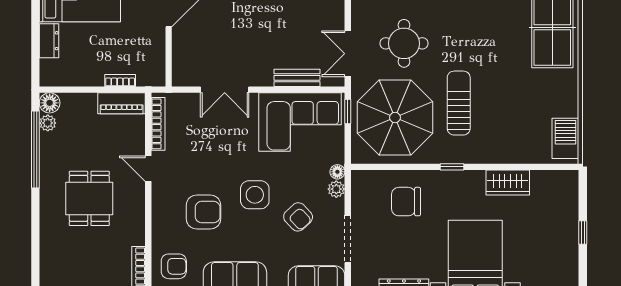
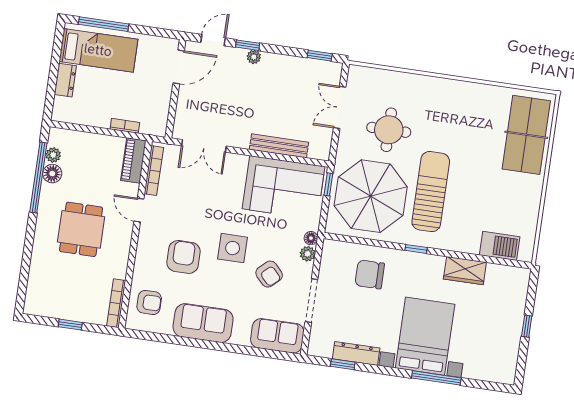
double door: (348, 54) -> (340, 107), moved
bench: (297, 78) -> (279, 146), width x1.36
double door: (225, 90) -> (204, 146), moved
floor lamp: (50, 103) -> (52, 174), moved
piano: (122, 103) -> (133, 160), moved, turned 90
sun lounger: (459, 103) -> (431, 192), width x1.36, depth x1.34
barbecue: (565, 138) -> (500, 246), moved, turned 90
armchair: (204, 212) -> (183, 257), turned -90

